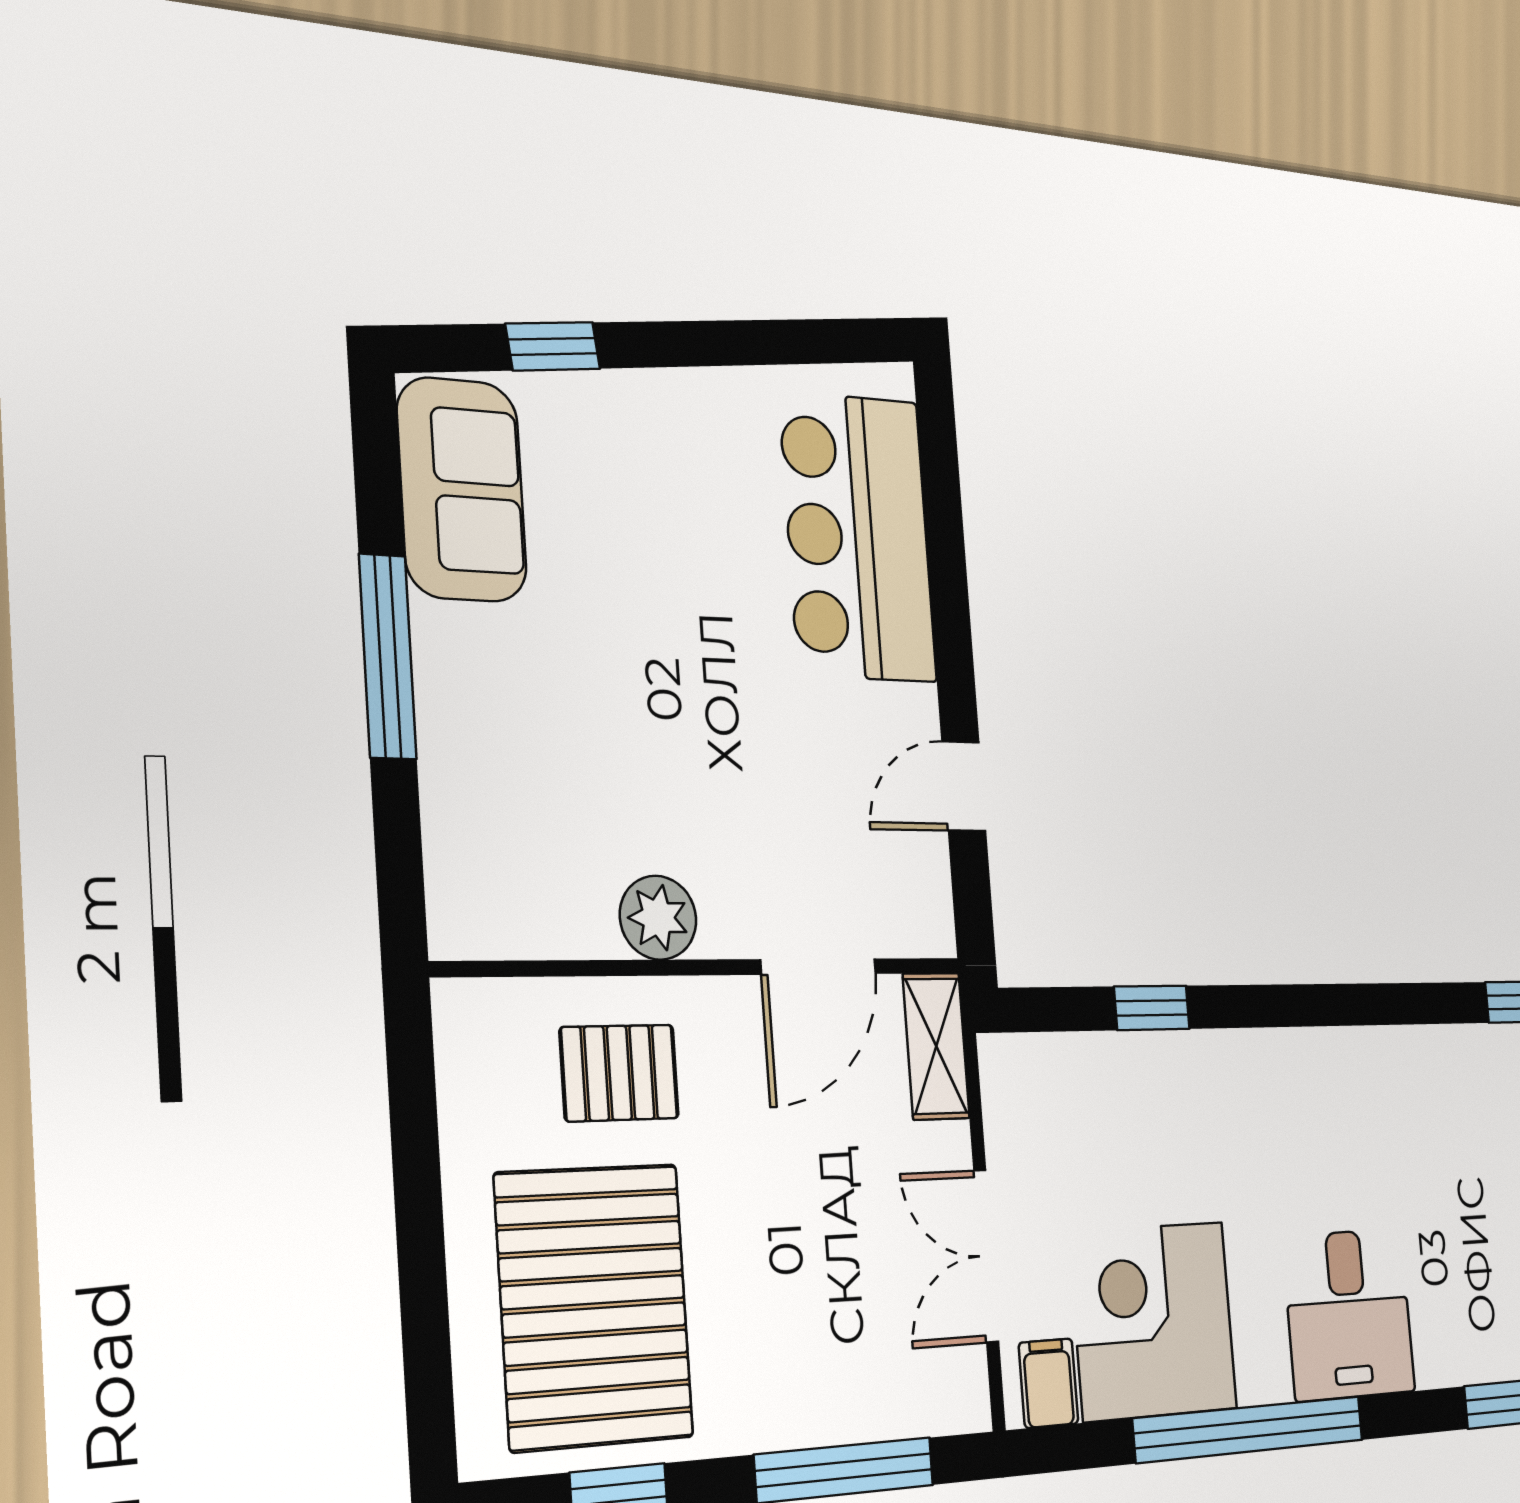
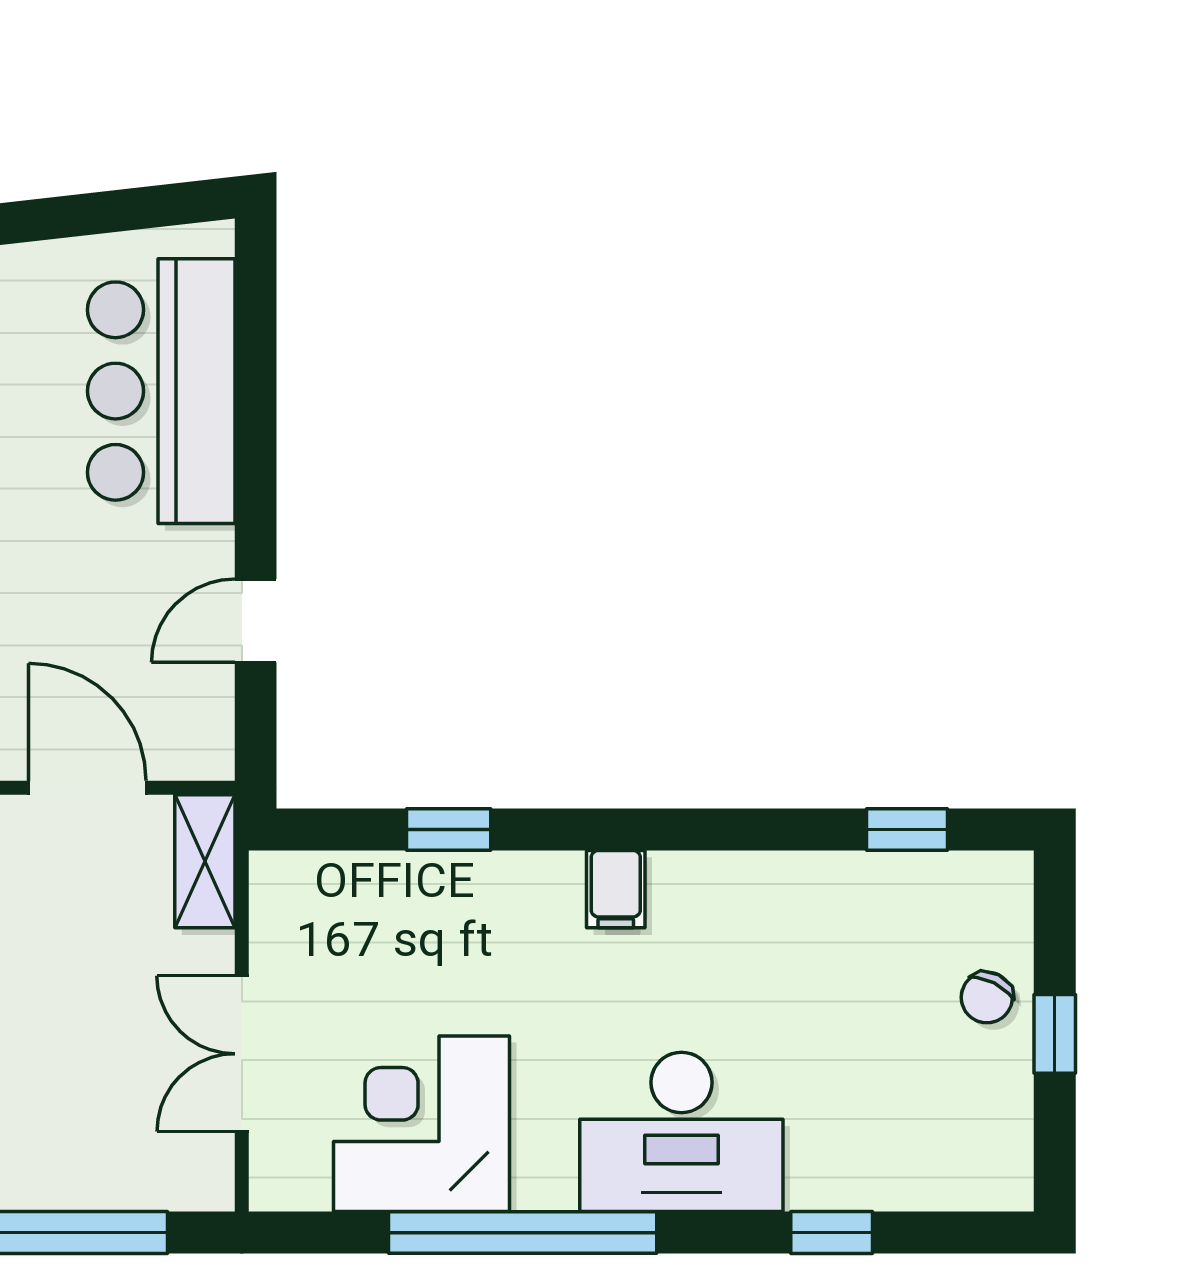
door: (818, 967) -> (87, 788), swing flipped
desk: (1349, 1314) -> (681, 1132), width x1.37
filing cabinet: (1048, 1383) -> (616, 889), moved, turned 180

